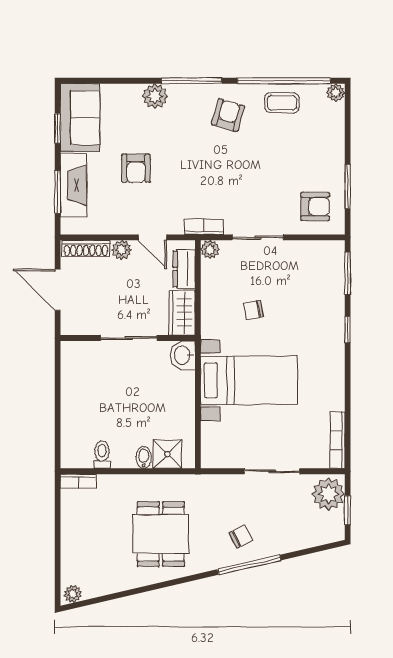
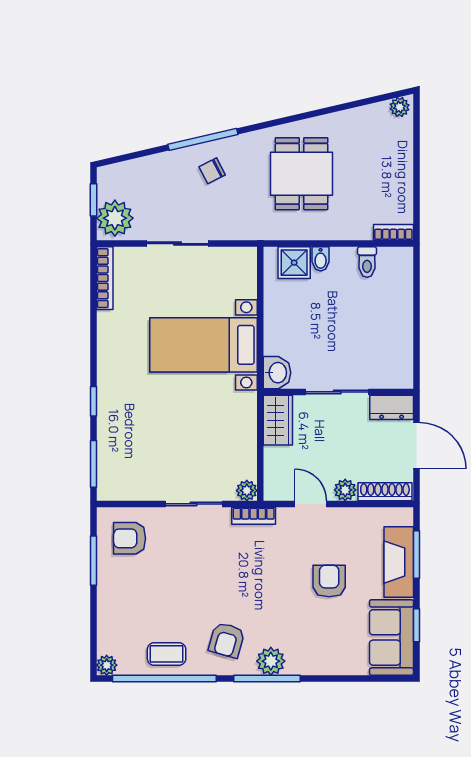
plant: (155, 96) -> (271, 661), moved
dresser: (184, 269) -> (392, 407), moved, turned 90
chair: (253, 310) -> (198, 423), removed

